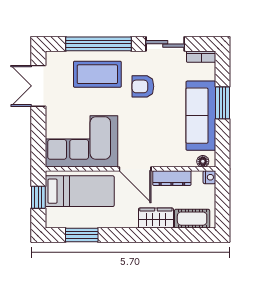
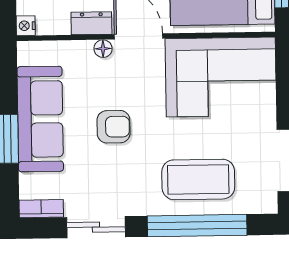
armchair: (143, 86) -> (114, 127), moved
floor lamp: (203, 161) -> (103, 49), moved
dresser: (172, 178) -> (91, 23), width x0.70

